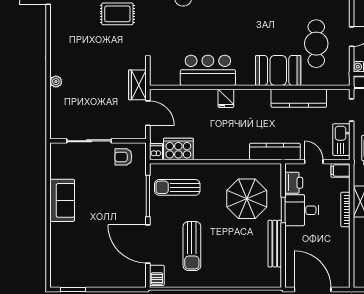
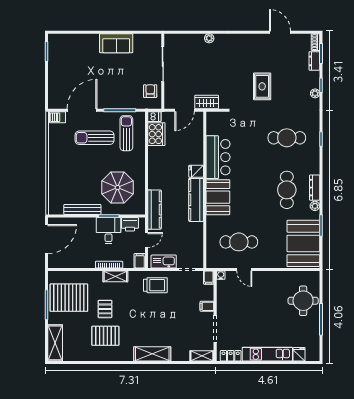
booth: (278, 70) -> (218, 197), moved
kitchen counter: (299, 98) -> (196, 200), moved
sun lounger: (192, 246) -> (95, 138), moved

